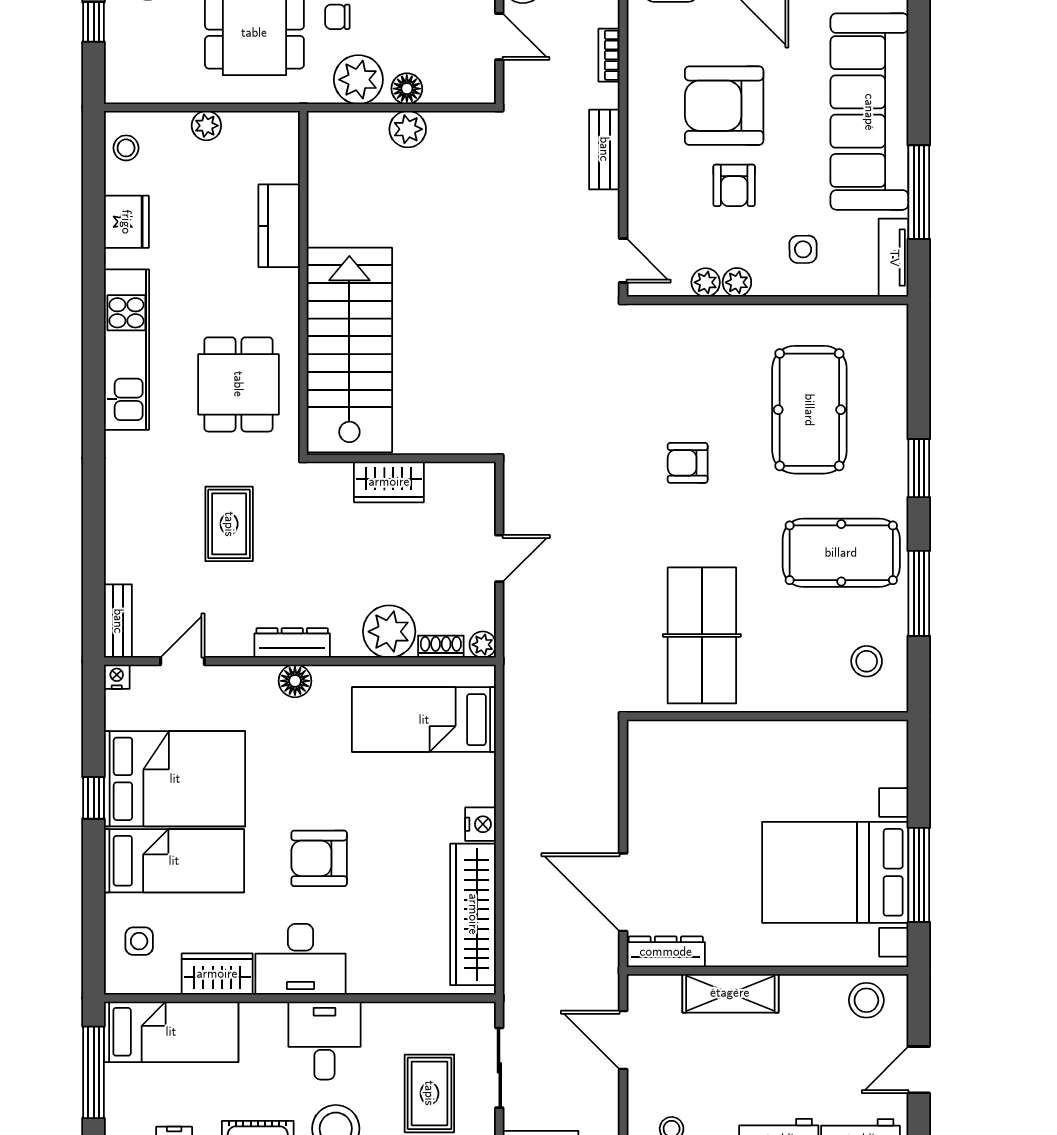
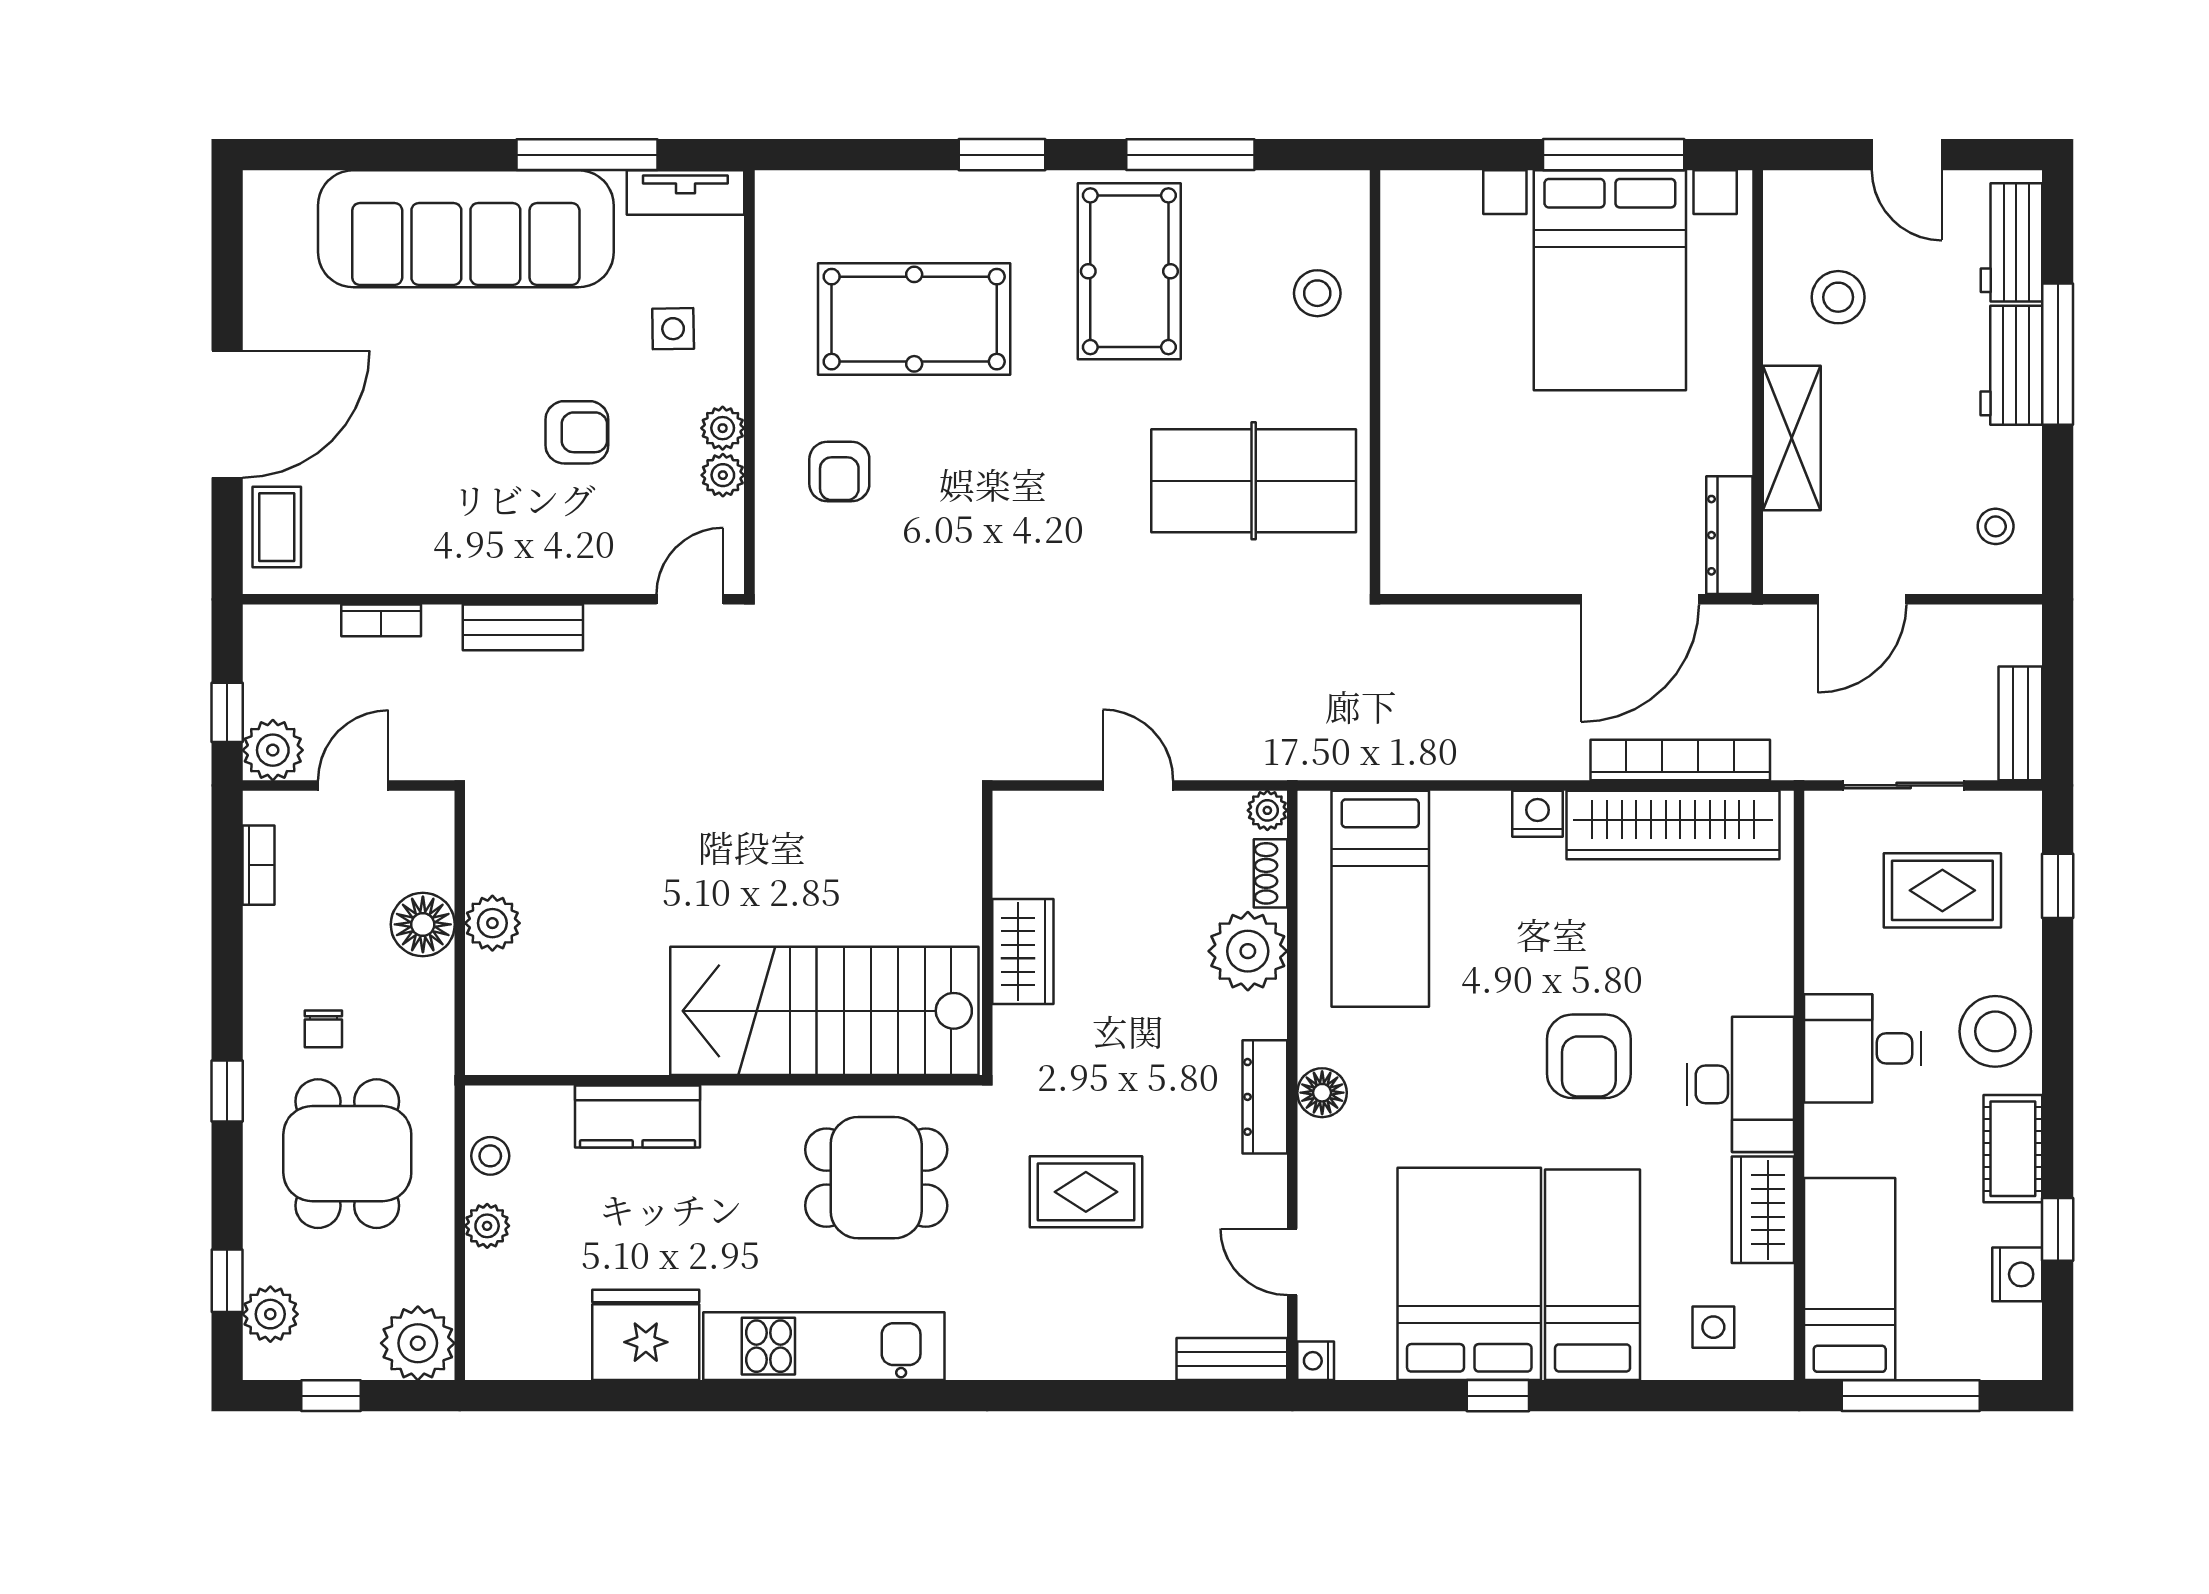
plant: (358, 80) -> (418, 1343), moved
floor lamp: (407, 89) -> (423, 924), width x1.38, depth x1.38
armchair: (724, 106) -> (457, 447), removed
stool: (126, 148) -> (490, 1156), moved
fridge: (126, 222) -> (646, 1335), width x1.36, depth x1.34
armchair: (688, 463) -> (839, 472), moved
stool: (867, 661) -> (1317, 293), moved
bookcase: (516, 919) -> (1680, 760), added
stool: (866, 1000) -> (1838, 297), moved

